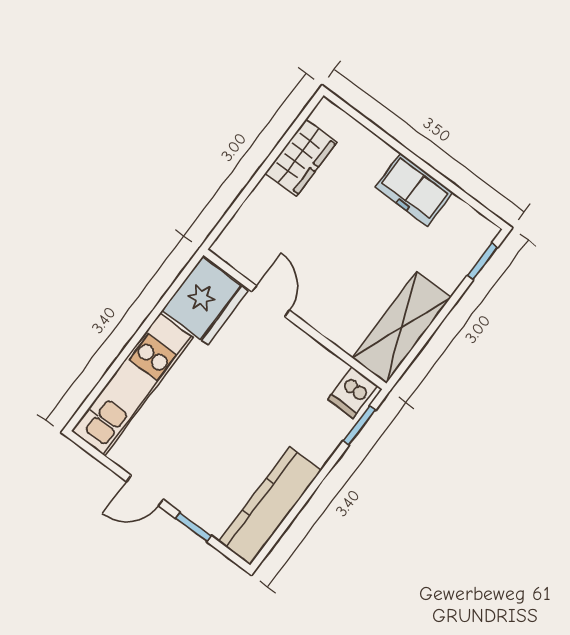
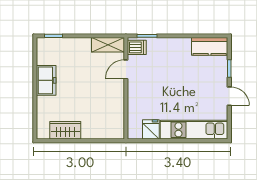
fridge: (205, 301) -> (151, 129), width x0.53, depth x0.75
door: (271, 301) -> (126, 69), moved
shelving: (402, 328) -> (108, 45), width x0.67, depth x0.75
kitchen counter: (270, 506) -> (210, 46), width x0.67

